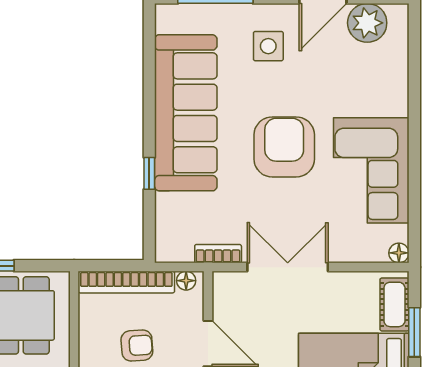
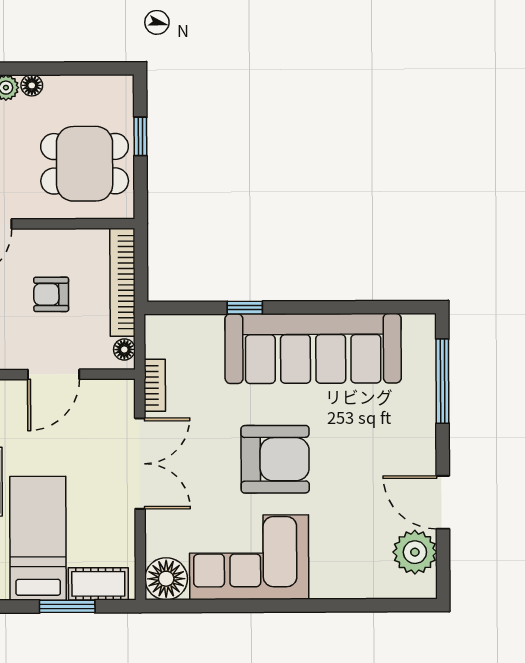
side table: (268, 46) -> (388, 441), removed
floor lamp: (399, 253) -> (166, 579), width x1.89, depth x1.89
armchair: (137, 346) -> (51, 294), turned 94

